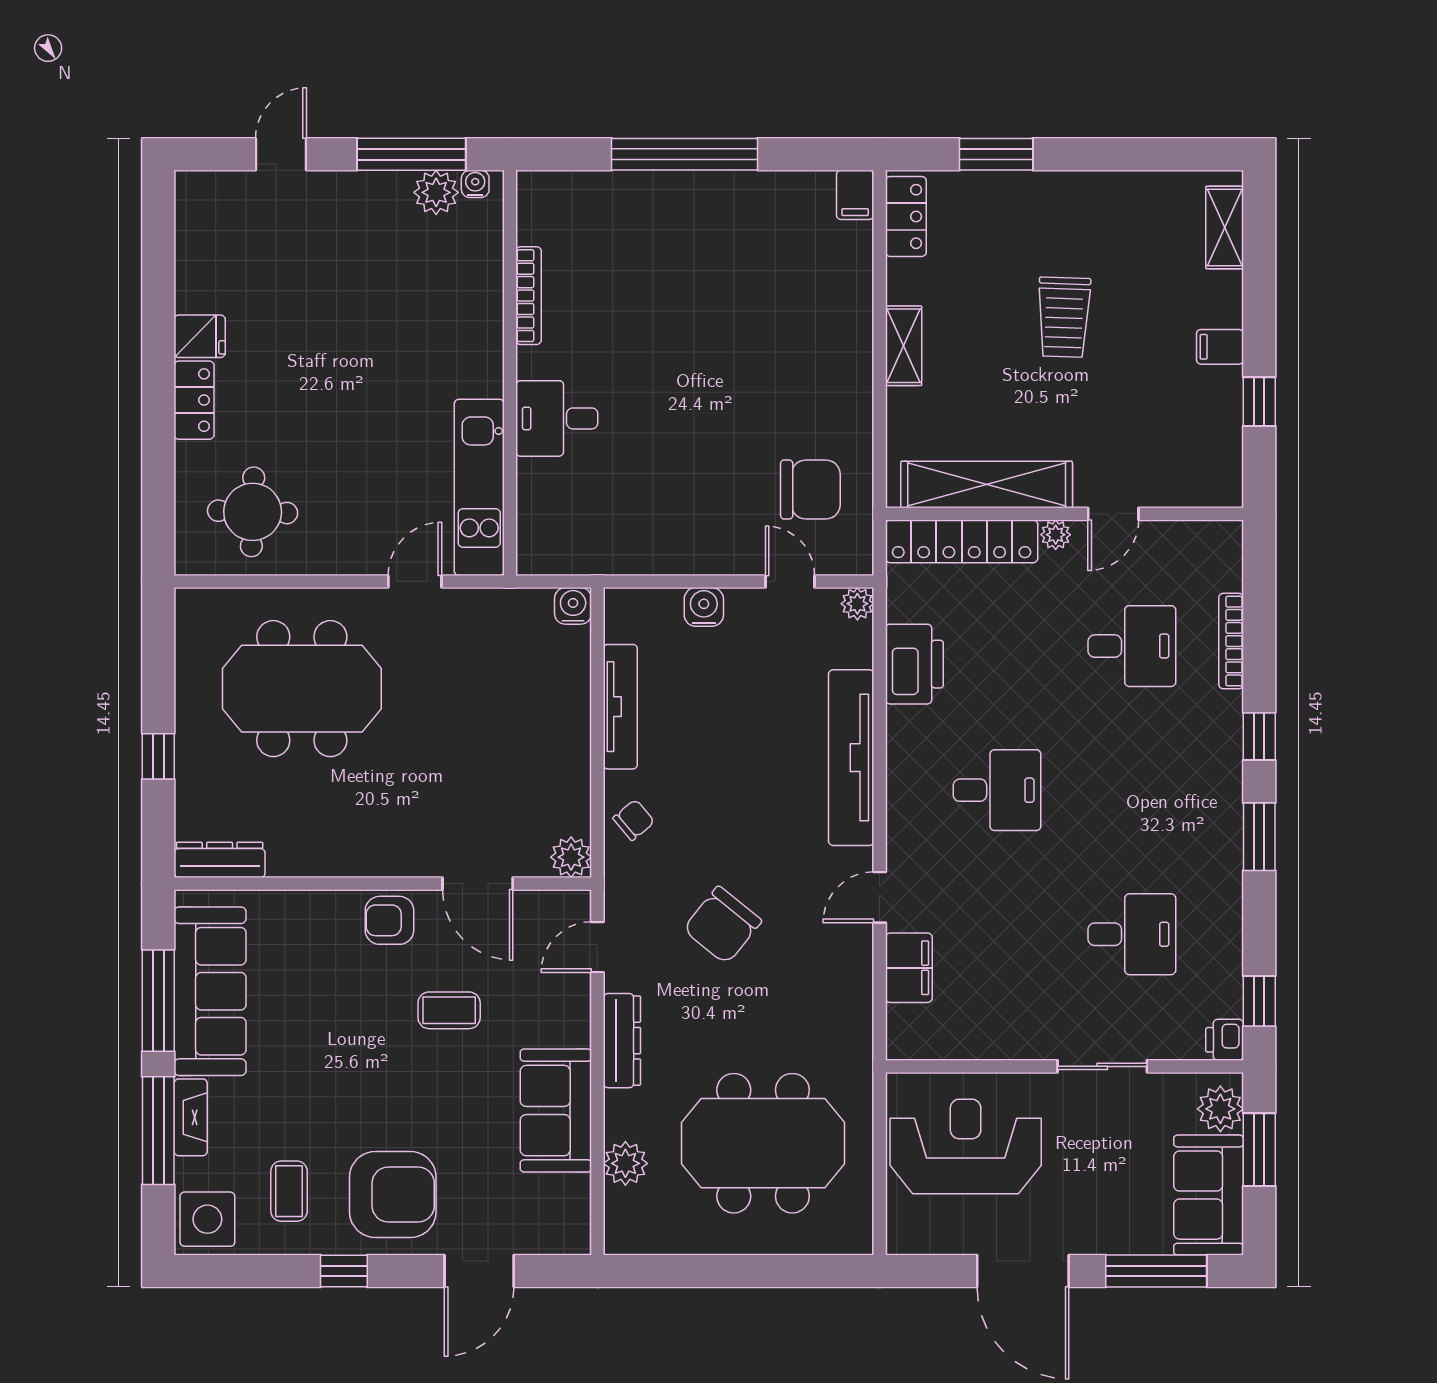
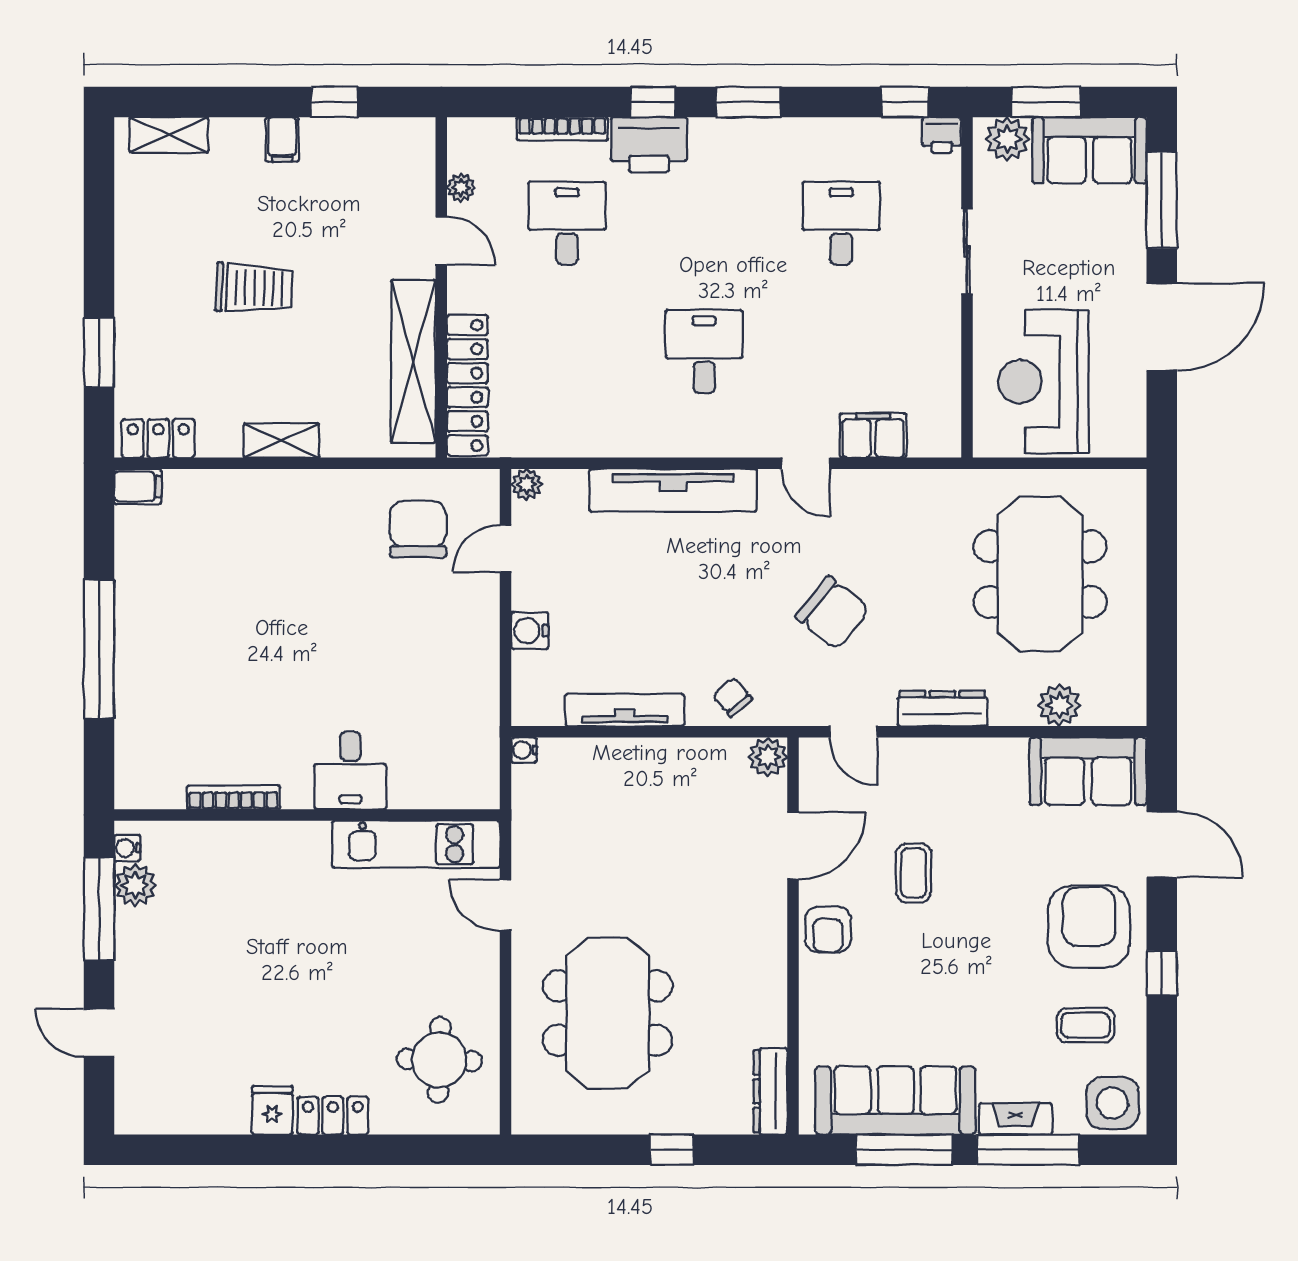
plant: (1056, 535) -> (461, 188), moved
water cooler: (573, 606) -> (524, 750), width x0.72, depth x0.72
printer: (914, 664) -> (649, 145), moved, turned 180
sofa: (556, 1111) -> (1088, 771), moved

